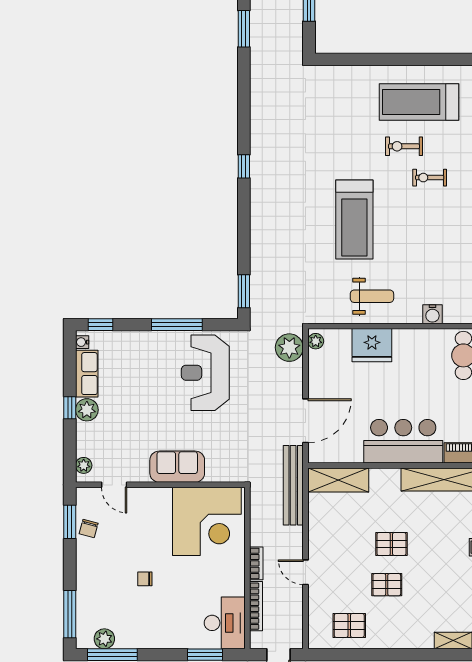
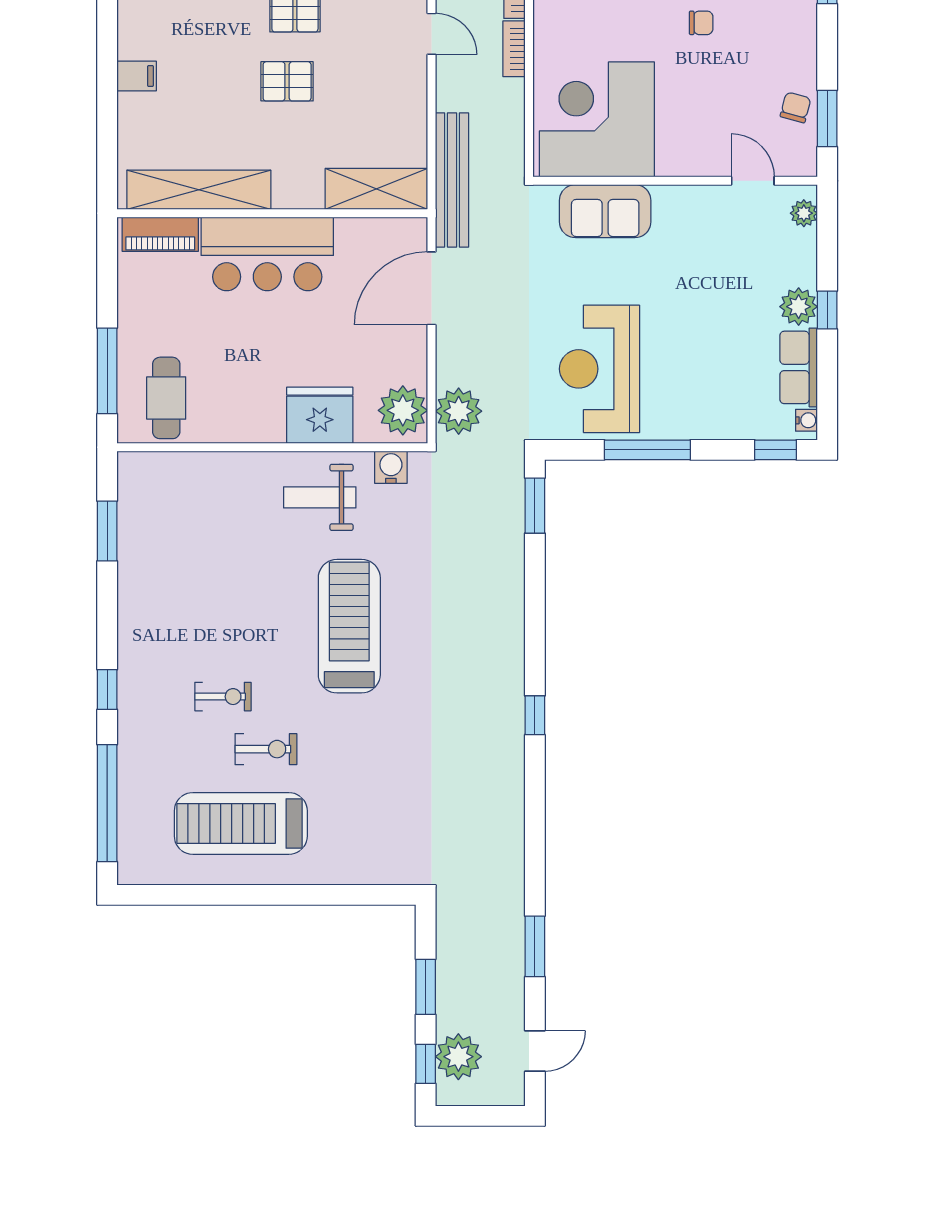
treadmill: (419, 102) -> (241, 823), turned 180
water cooler: (432, 314) -> (391, 467), moved
plant: (316, 341) -> (403, 410), width x1.88, depth x1.88
reception desk: (205, 373) -> (600, 369), turned 180
sofa: (177, 467) -> (605, 211), moved

